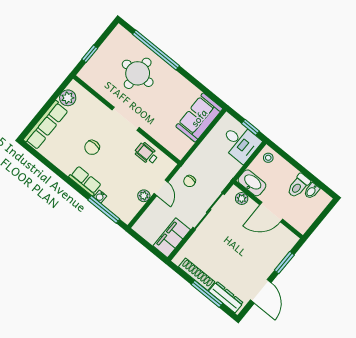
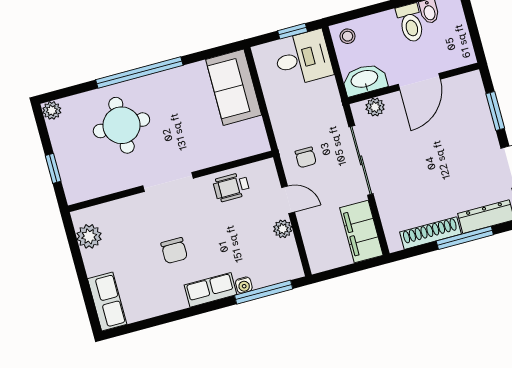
plant: (119, 32) -> (52, 110), added
window: (156, 50) -> (139, 72), moved
row of seats: (46, 125) -> (107, 302), width x0.68

